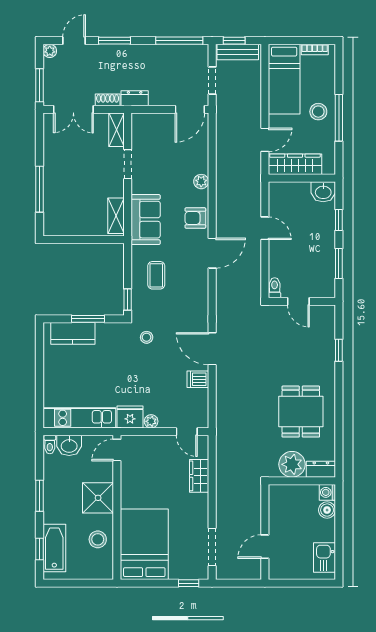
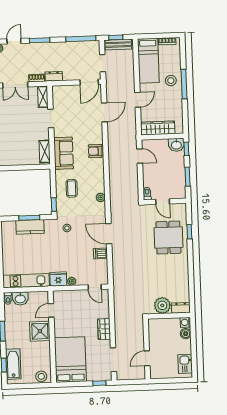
wardrobe: (295, 164) -> (158, 128), moved
wall: (302, 178) -> (162, 137), moved
plant: (201, 182) -> (101, 197), moved
washbasin: (323, 192) -> (176, 145), moved
door: (212, 253) -> (104, 112), moved
kitchen counter: (73, 333) -> (30, 227), moved
dining table: (301, 412) -> (168, 237), moved
door: (117, 450) -> (51, 310), moved
wardrobe: (199, 476) -> (104, 329), moved
stool: (98, 539) -> (41, 376), moved

